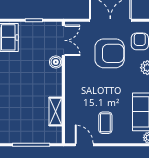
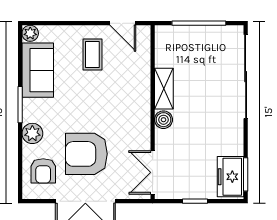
boiler: (56, 62) -> (163, 120), moved
shelving: (56, 111) -> (164, 89), moved

